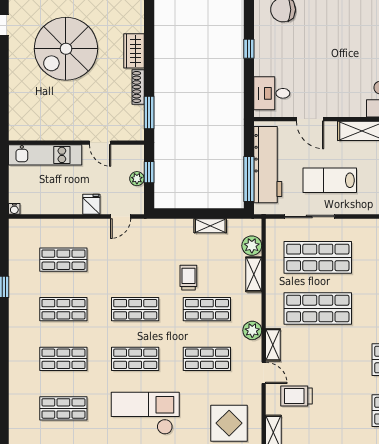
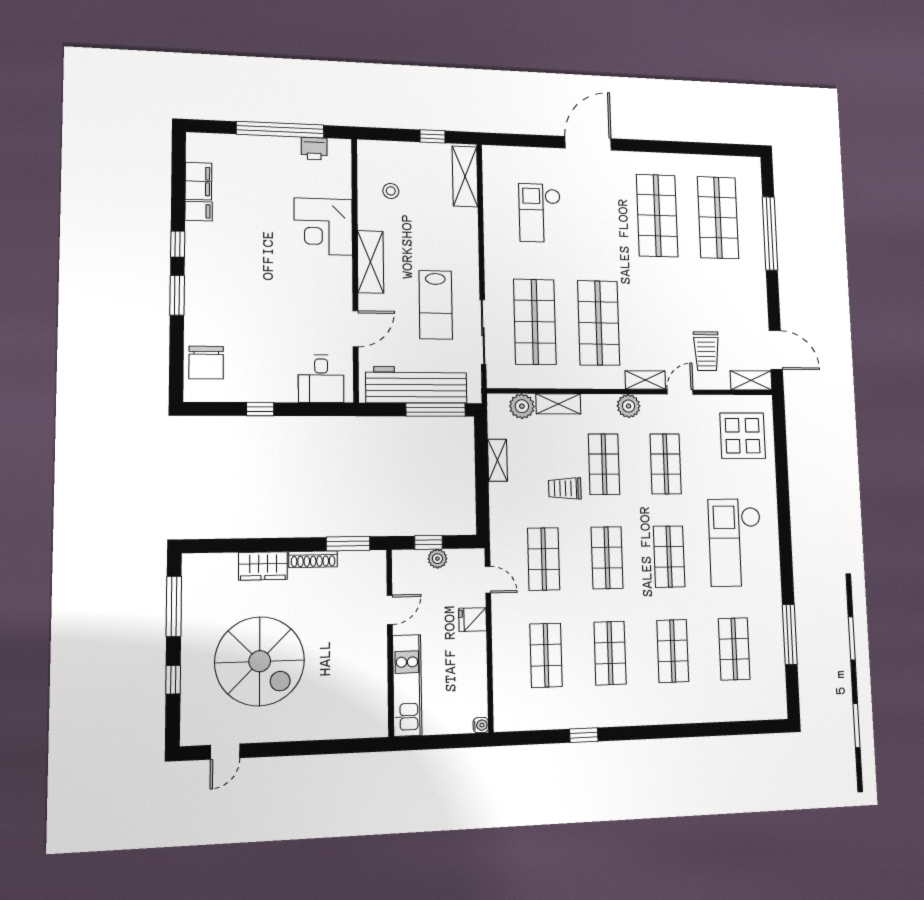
shop shelf: (135, 260) -> (544, 559), added

